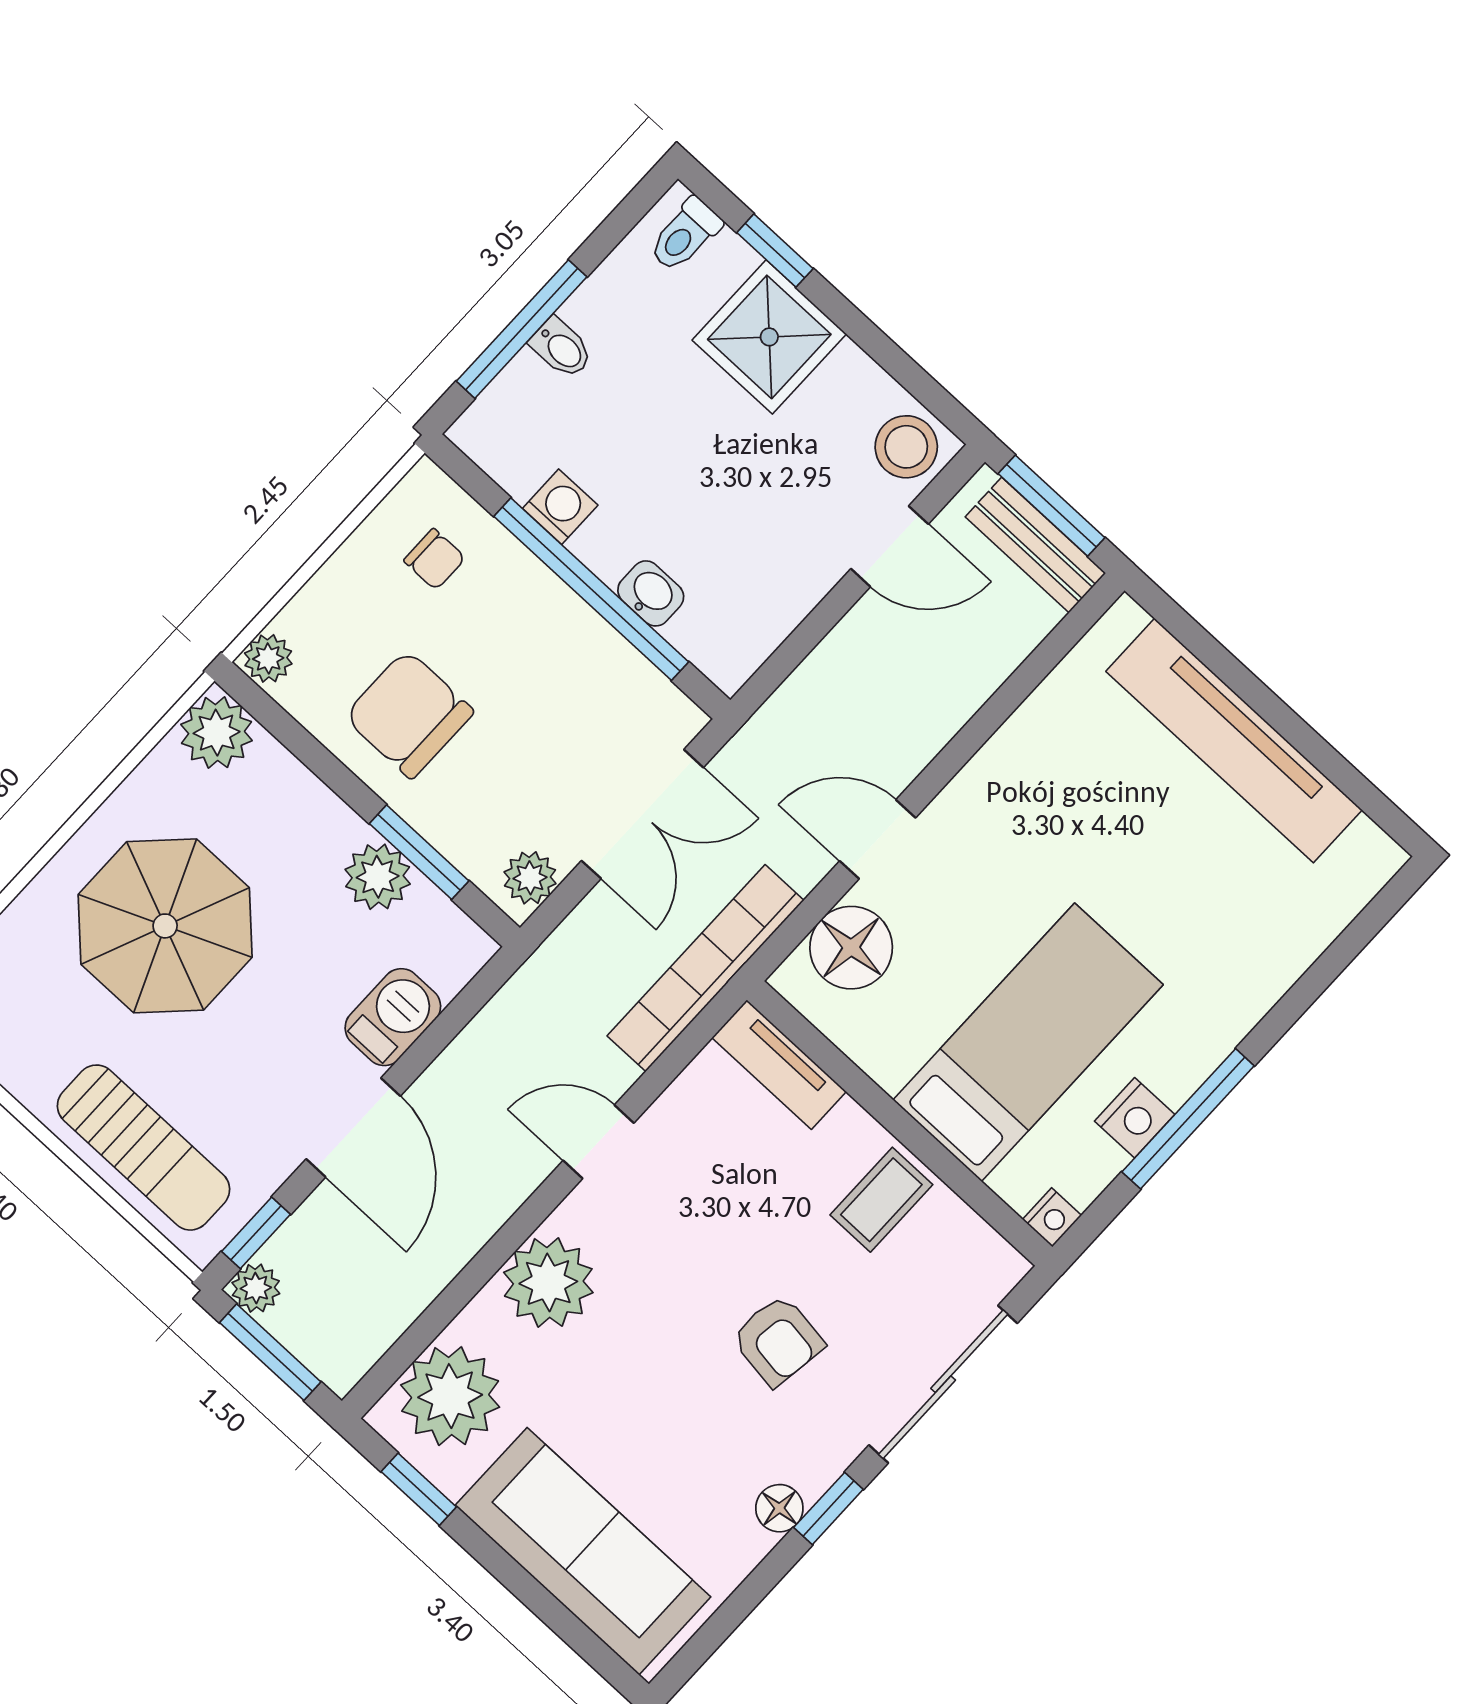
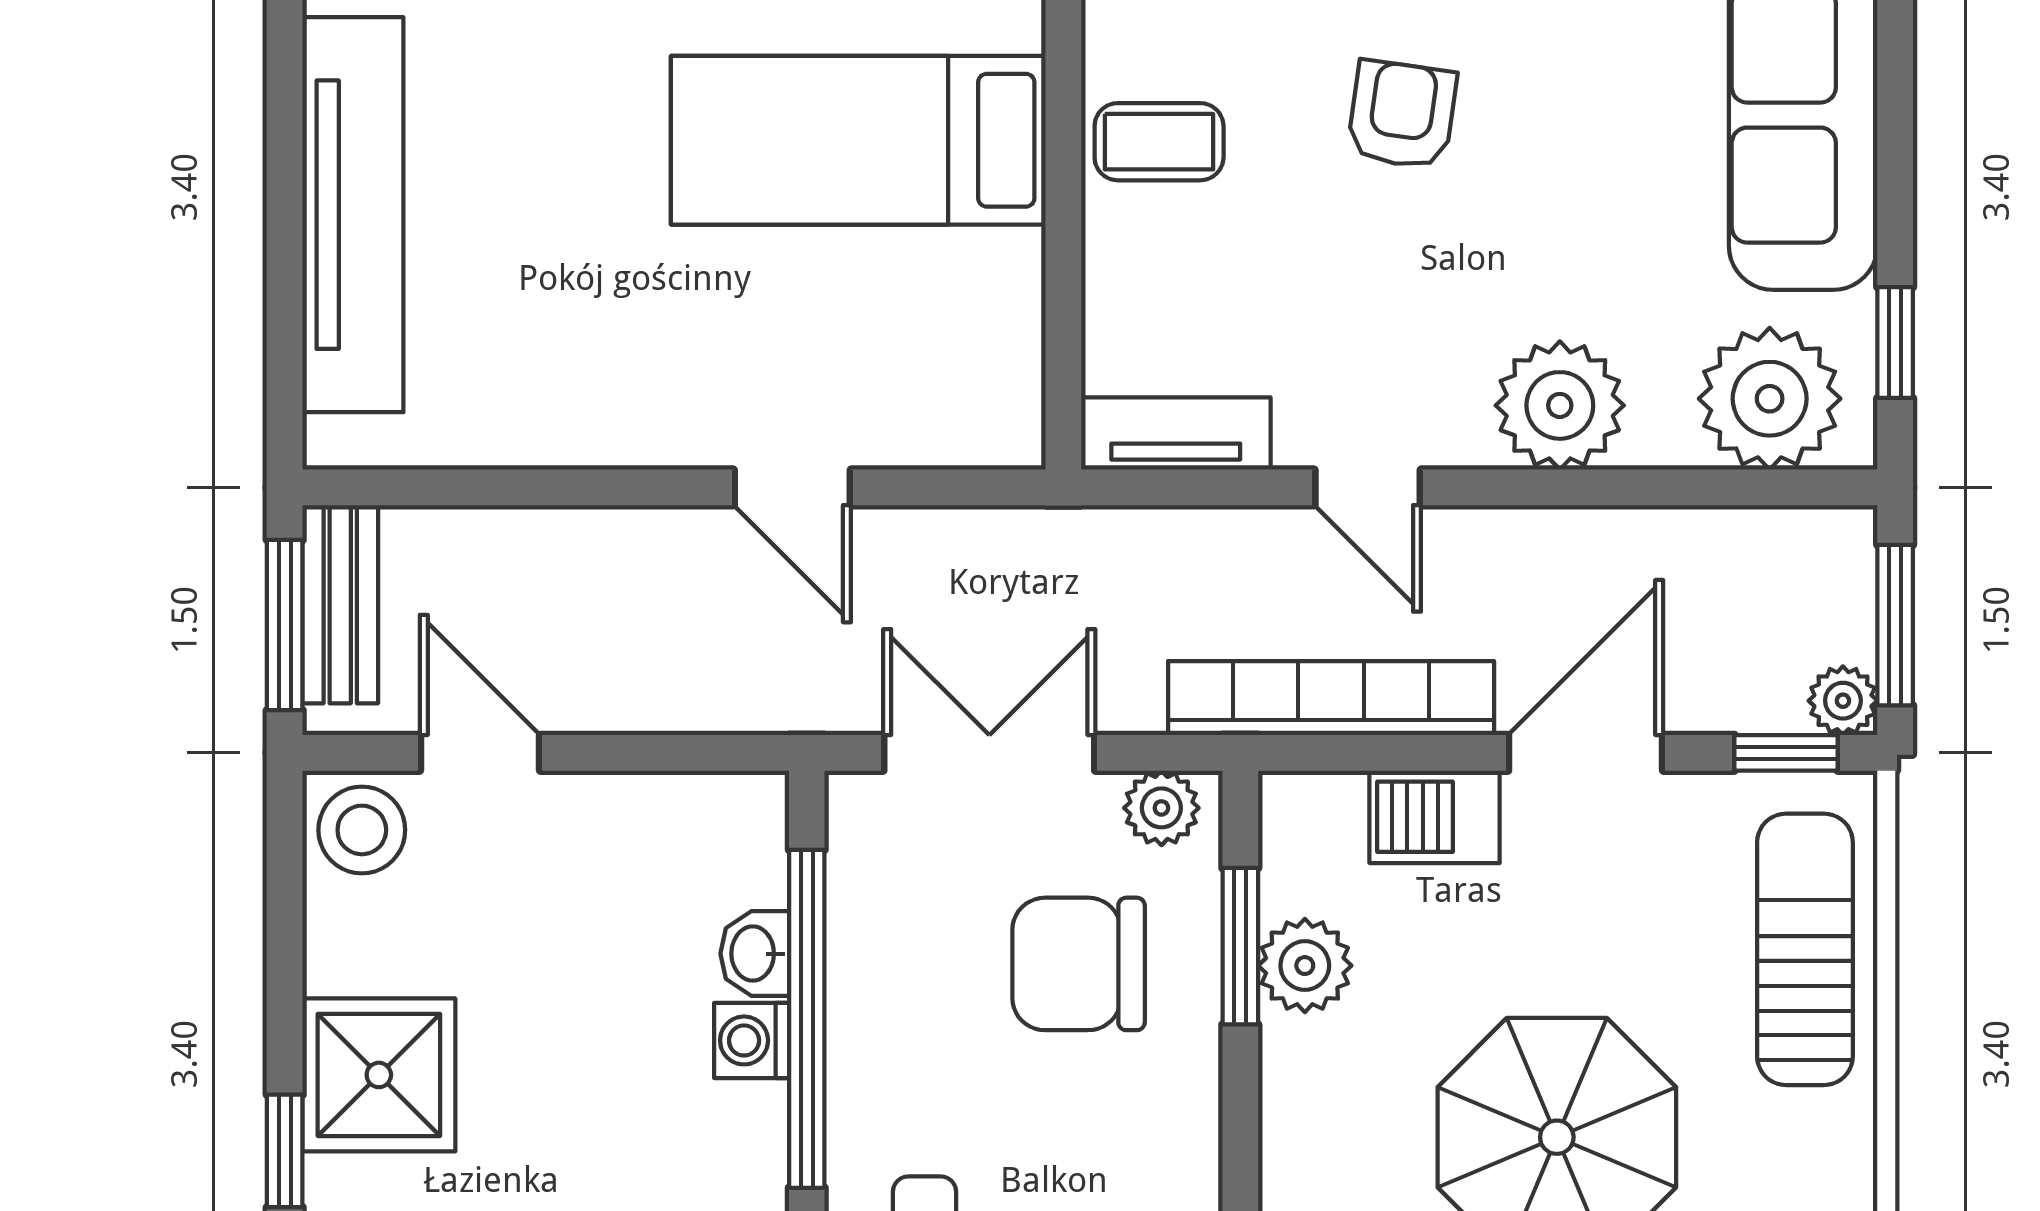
washing machine: (560, 507) -> (752, 1040), moved
chair: (409, 714) -> (1079, 964), moved, turned 90
floor lamp: (851, 948) -> (929, 412), removed
bookcase: (705, 968) -> (1331, 698), moved, turned 180
tv unit: (779, 1065) -> (1176, 433), moved, turned -90

